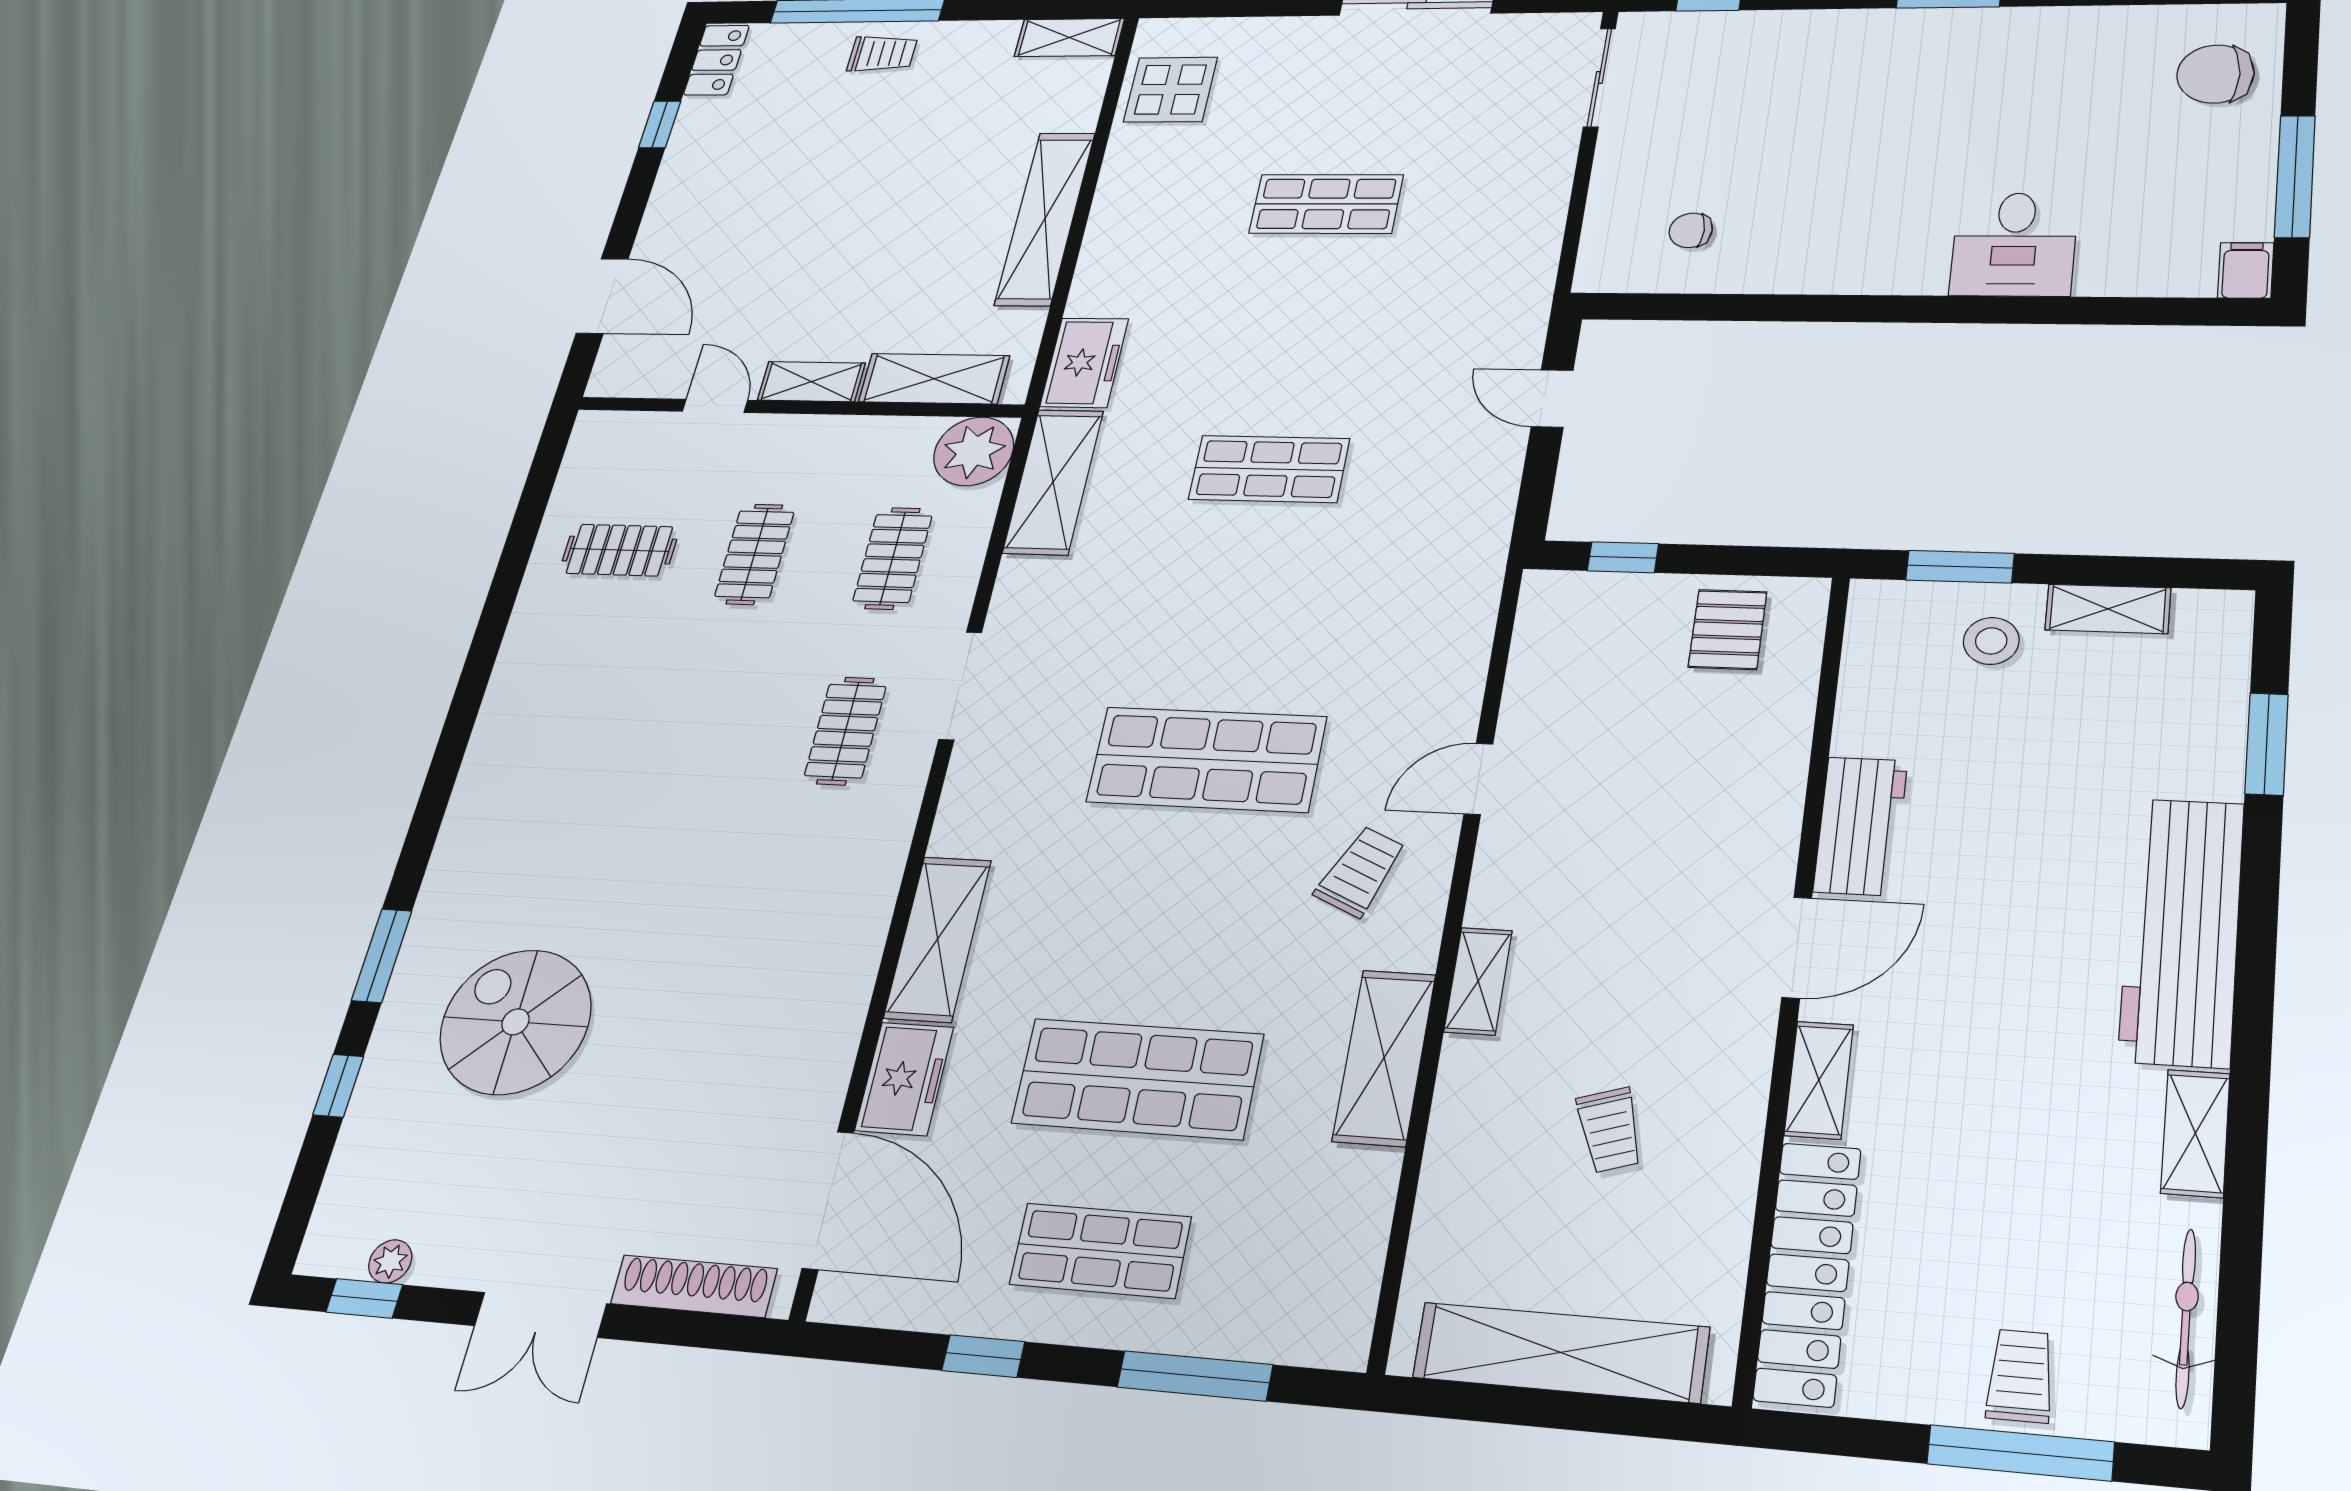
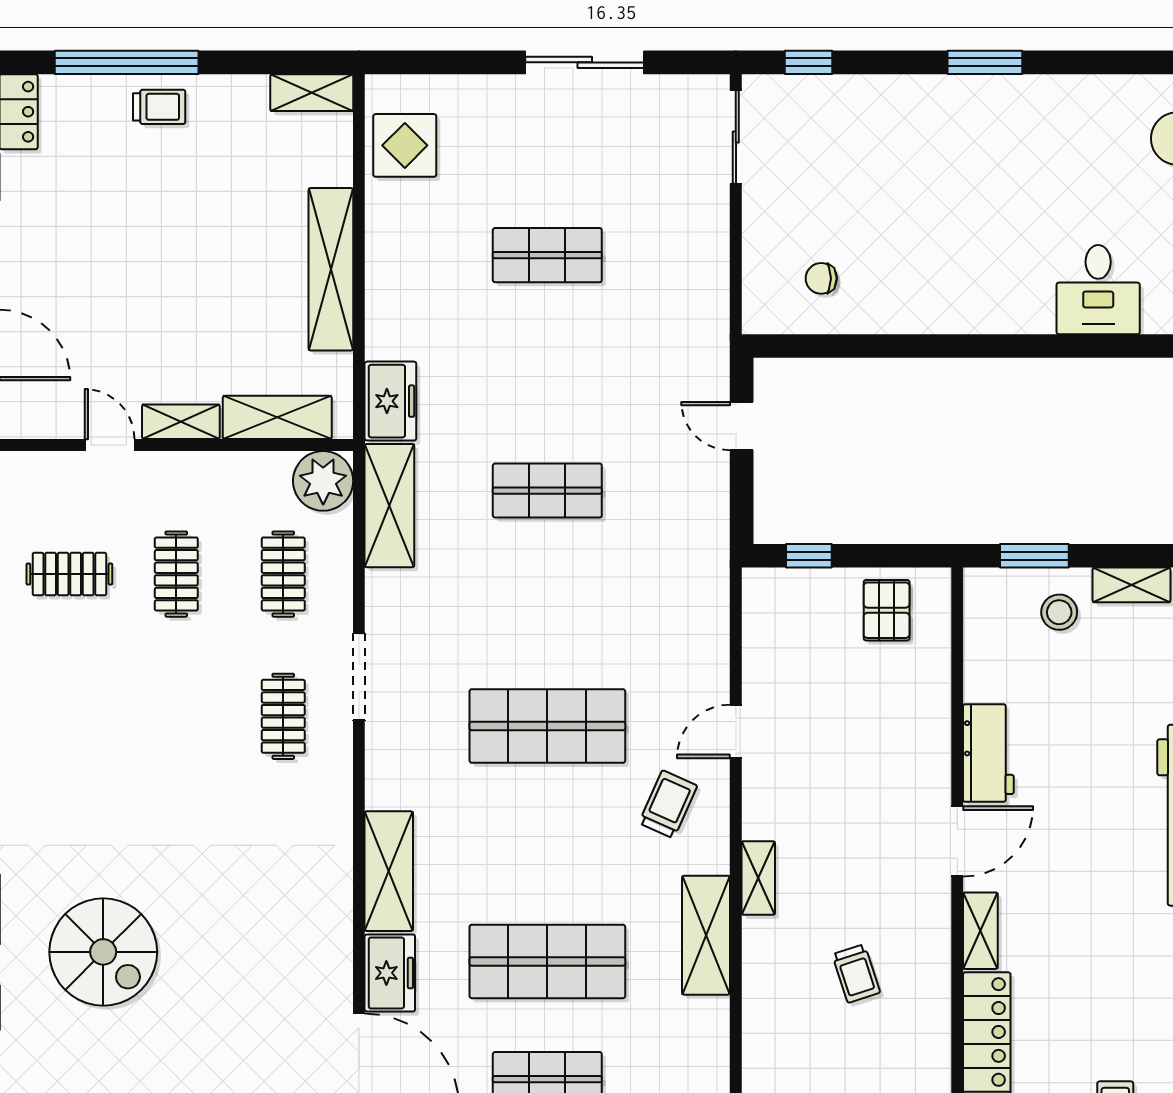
desk: (2014, 244) -> (1098, 290), moved
spiral stairs: (515, 1022) -> (103, 952), turned 180

